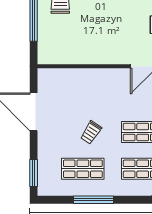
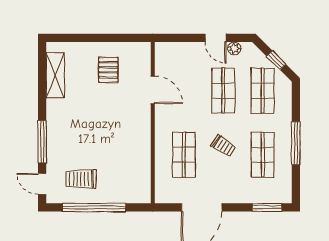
shop shelf: (83, 95) -> (184, 155), added

